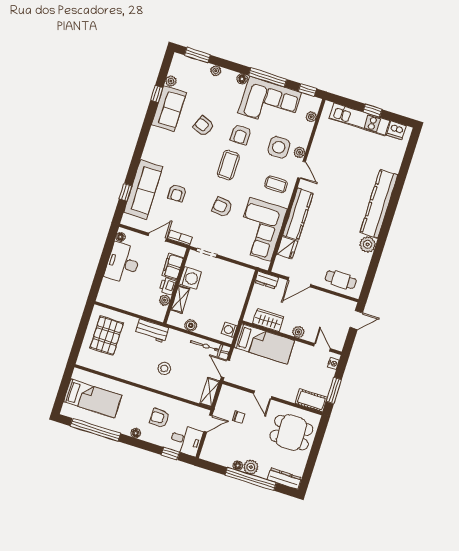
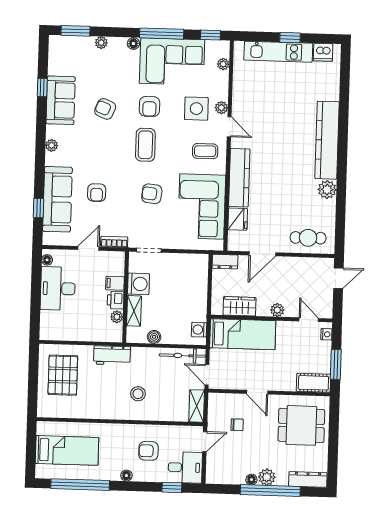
plant: (171, 81) -> (52, 145), moved
filing cabinet: (173, 267) -> (115, 283), width x0.50

